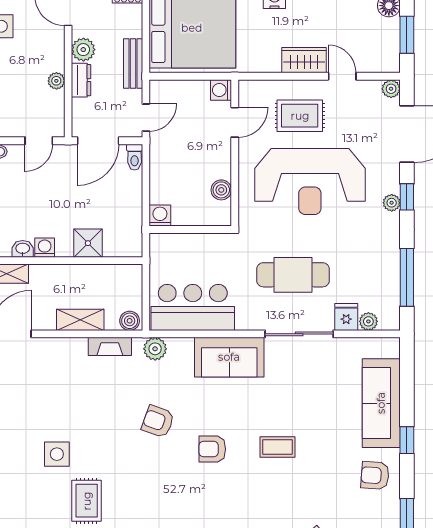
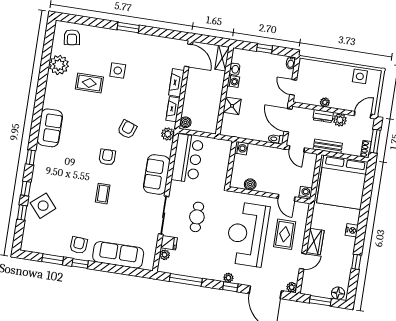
cafe table: (293, 275) -> (197, 217), width x0.73, depth x0.74
shelving: (80, 320) -> (190, 95), removed
fireplace: (62, 348) -> (176, 83), added
window: (407, 440) -> (80, 263), moved

